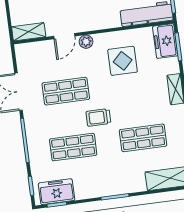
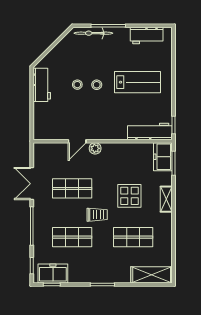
shelving: (29, 32) -> (47, 133), removed
display table: (123, 61) -> (129, 196), moved
trolley: (98, 117) -> (97, 215), turned 180

